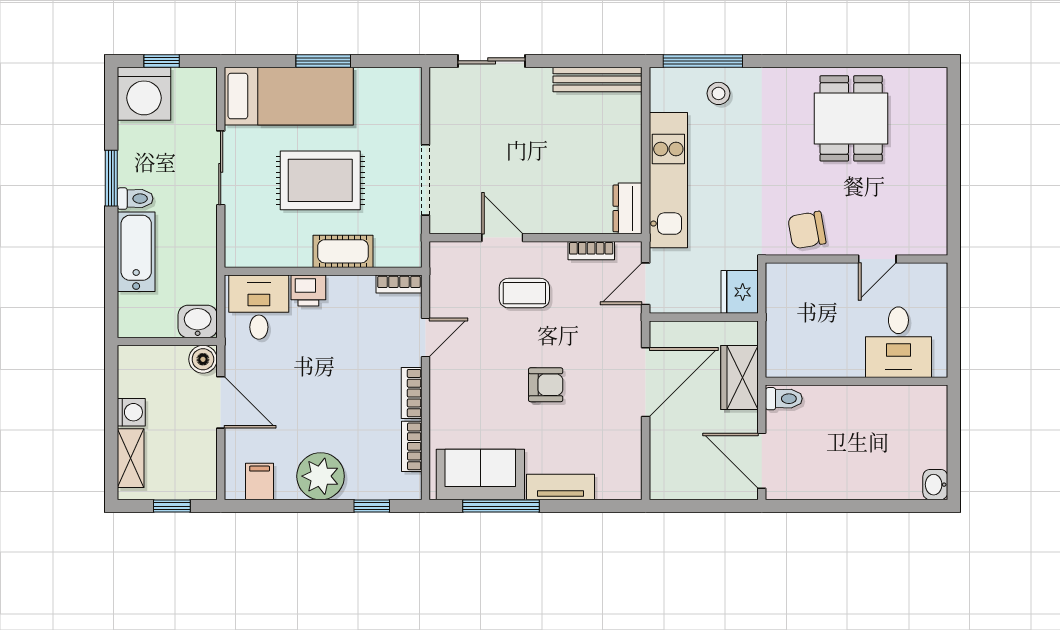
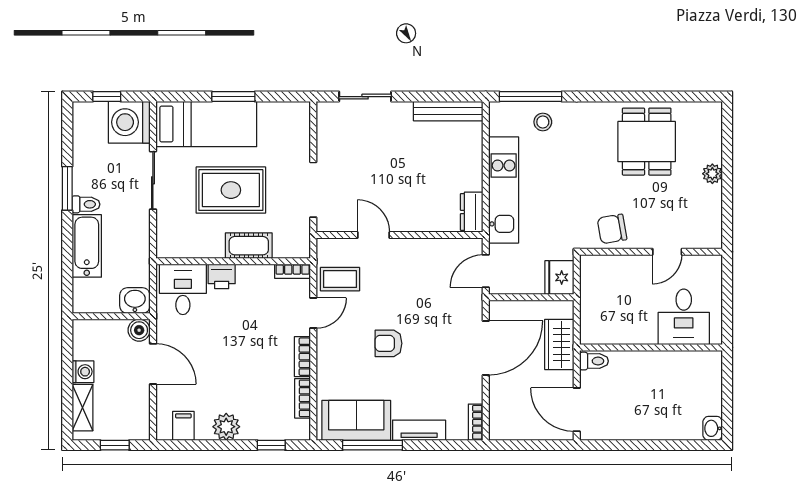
washing machine: (144, 94) -> (129, 122), moved, turned 90
plant: (935, 159) -> (712, 174), added
bookcase: (591, 251) -> (476, 422), moved, turned 90
coffee table: (524, 293) -> (340, 279), moved
armchair: (546, 385) -> (388, 343), moved, turned 180
plant: (321, 476) -> (226, 427), width x0.73, depth x0.73

